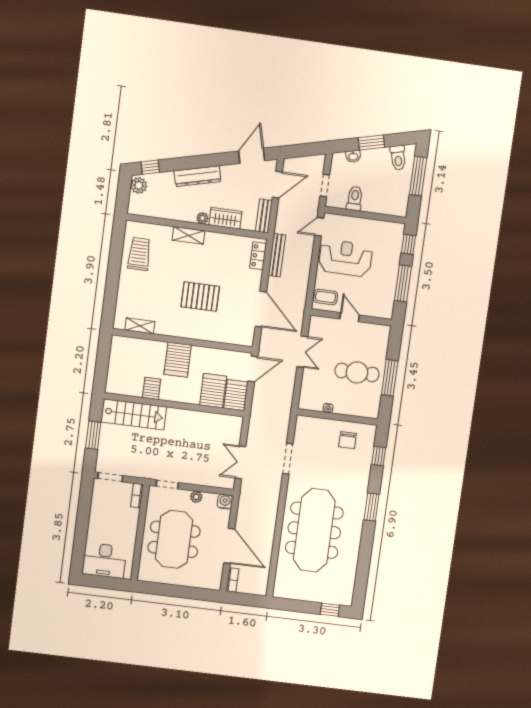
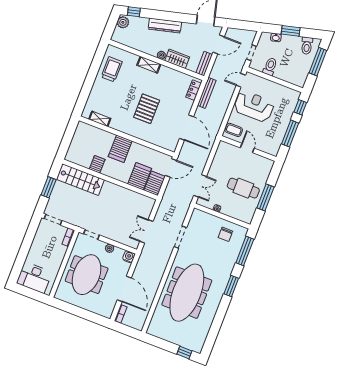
pallet: (200, 297) -> (147, 109), turned 90
double door: (302, 352) -> (200, 186), moved
window: (379, 456) -> (245, 251), width x2.17

